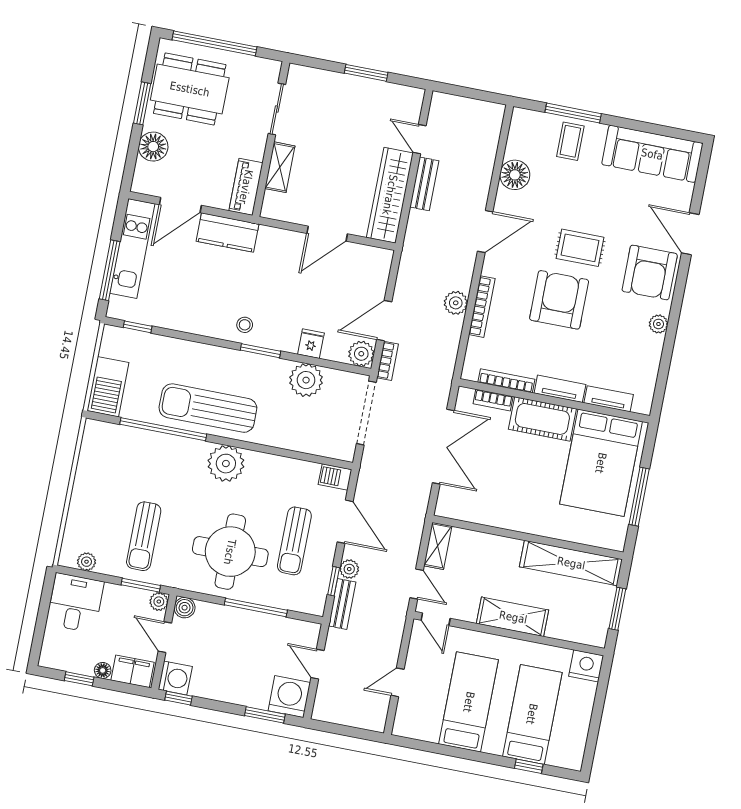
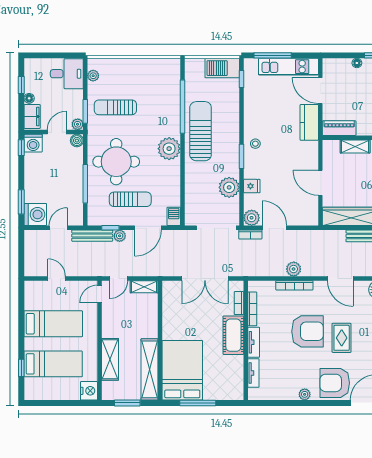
floor lamp: (153, 147) -> (357, 63), width x0.53, depth x0.53
barbecue: (108, 387) -> (222, 68), moved
bed: (601, 463) -> (182, 370), moved, turned 90
sun lounger: (294, 541) -> (130, 199), turned 180
bench: (342, 604) -> (92, 236), width x1.36
shelving: (513, 617) -> (110, 359), moved

